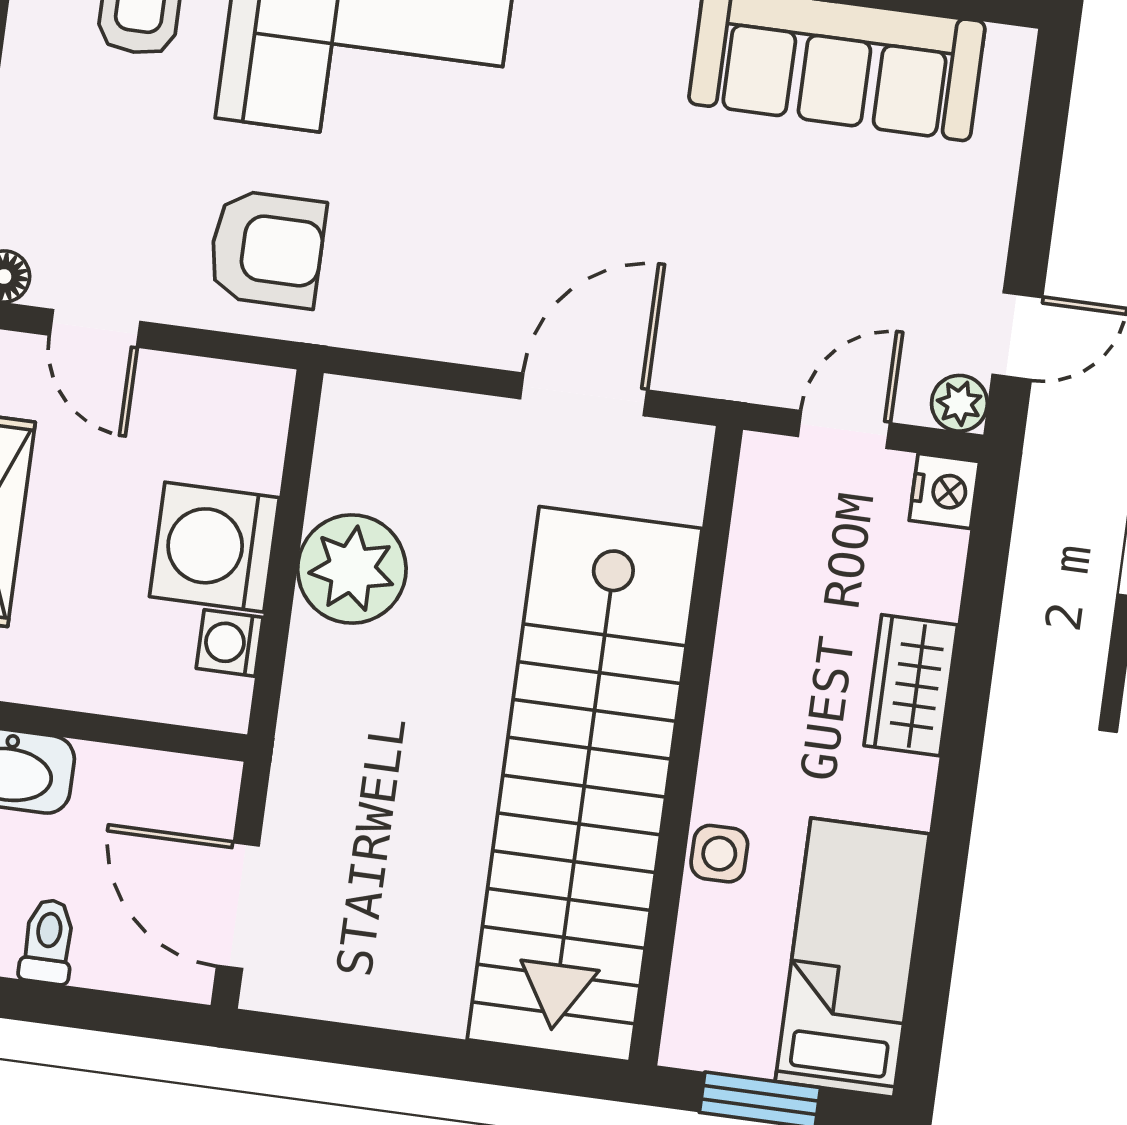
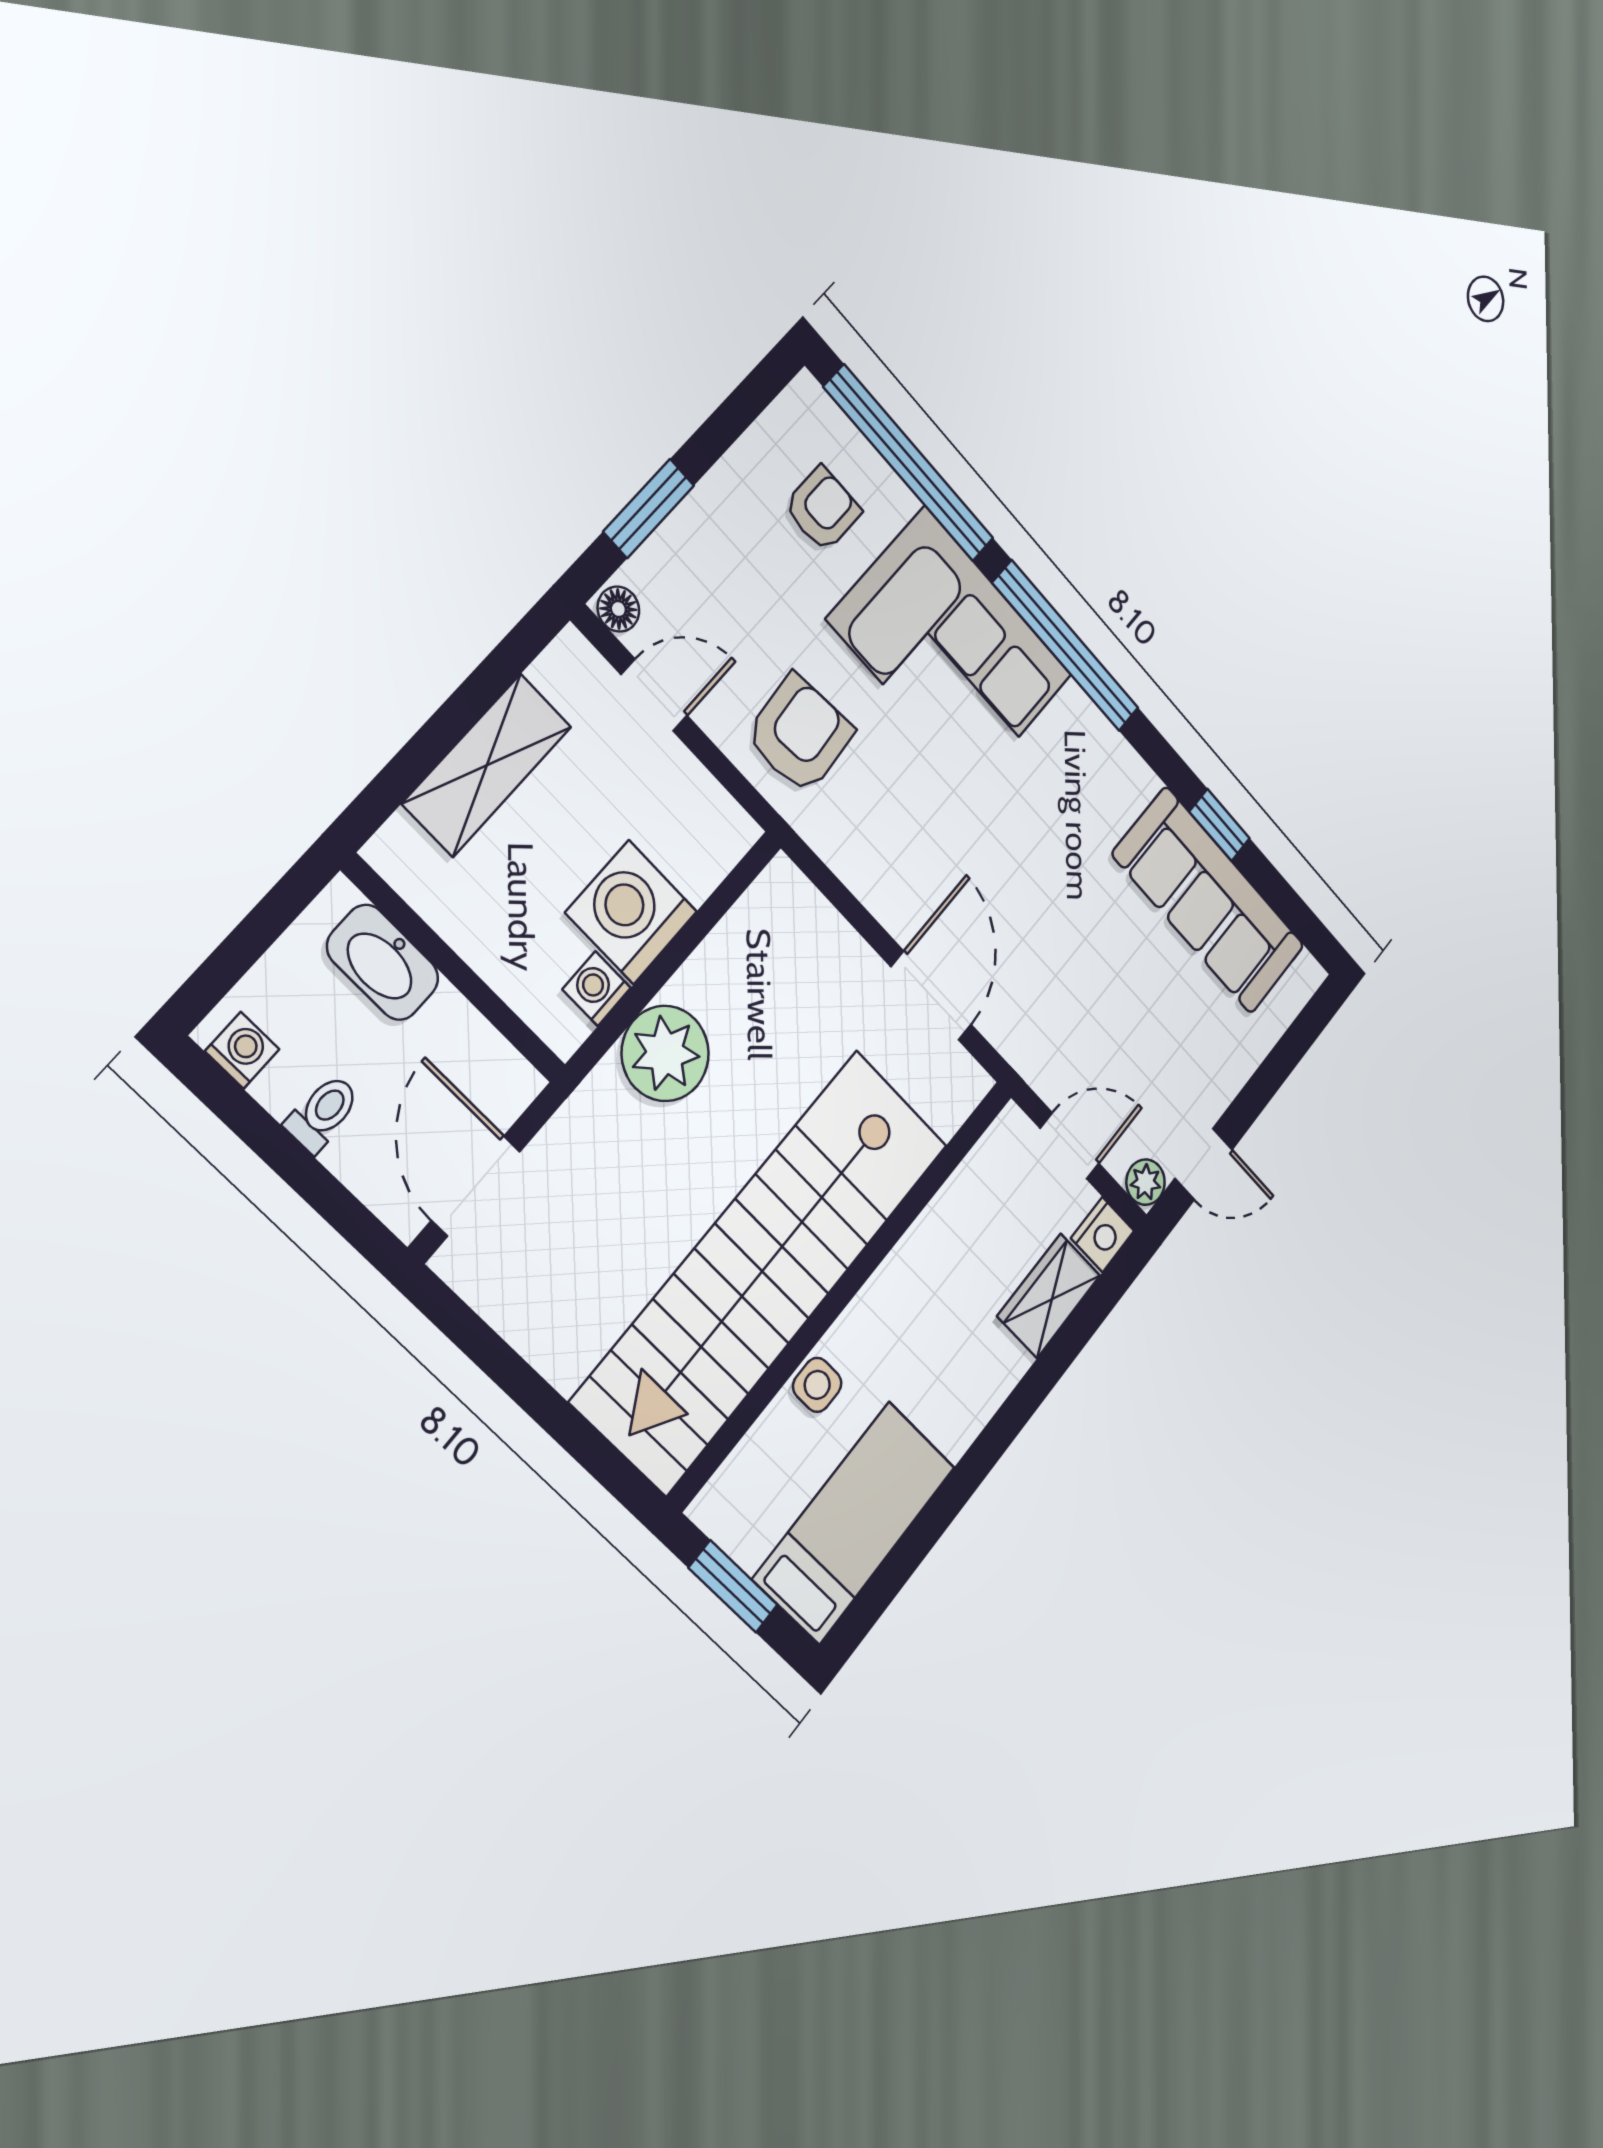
armchair: (267, 249) -> (800, 734), turned -95
door: (95, 328) -> (654, 695), swing flipped
door: (584, 394) -> (931, 996), hinge flipped
plant: (352, 569) -> (665, 1053), moved
wardrobe: (911, 685) -> (1049, 1296), moved

